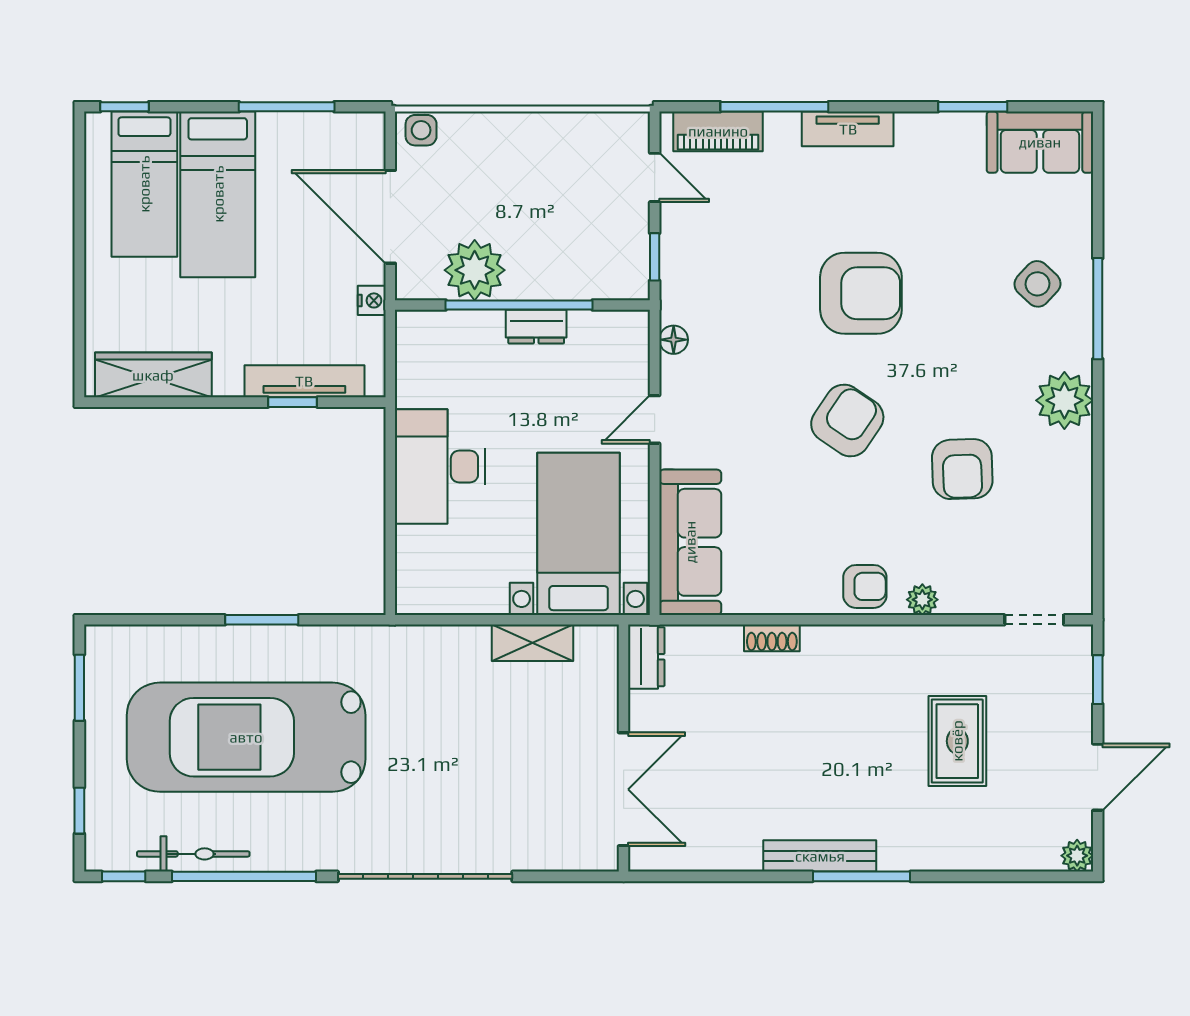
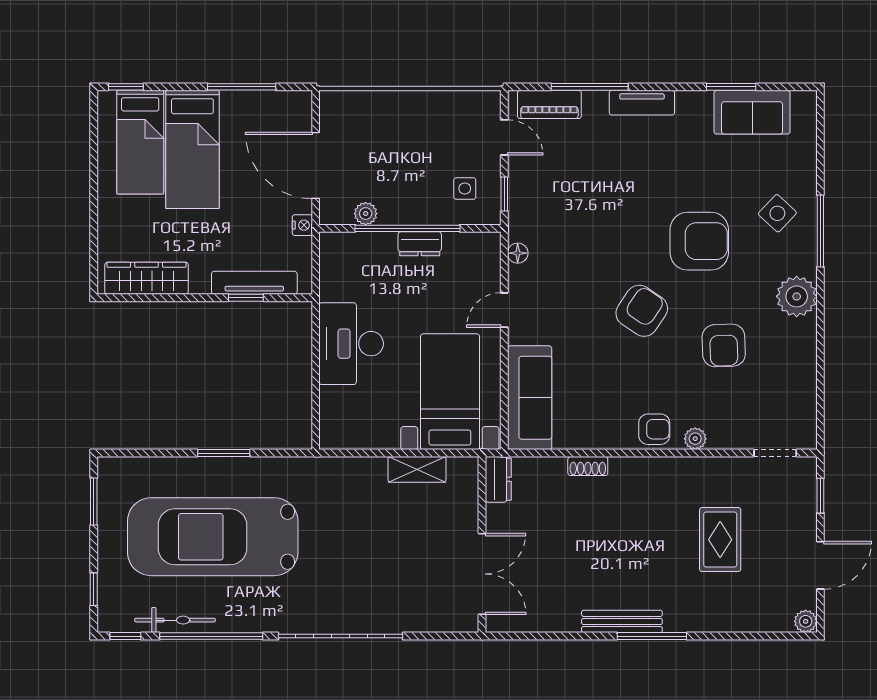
side table: (421, 130) -> (465, 189), moved
sofa: (1040, 142) -> (752, 112), moved
plant: (475, 270) -> (366, 214), width x0.53, depth x0.53
armchair: (861, 293) -> (699, 241), moved

